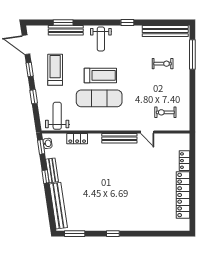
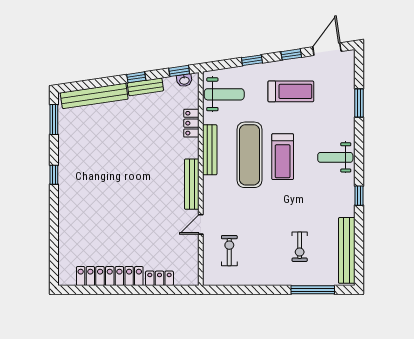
bench: (66, 30) -> (210, 150), moved

